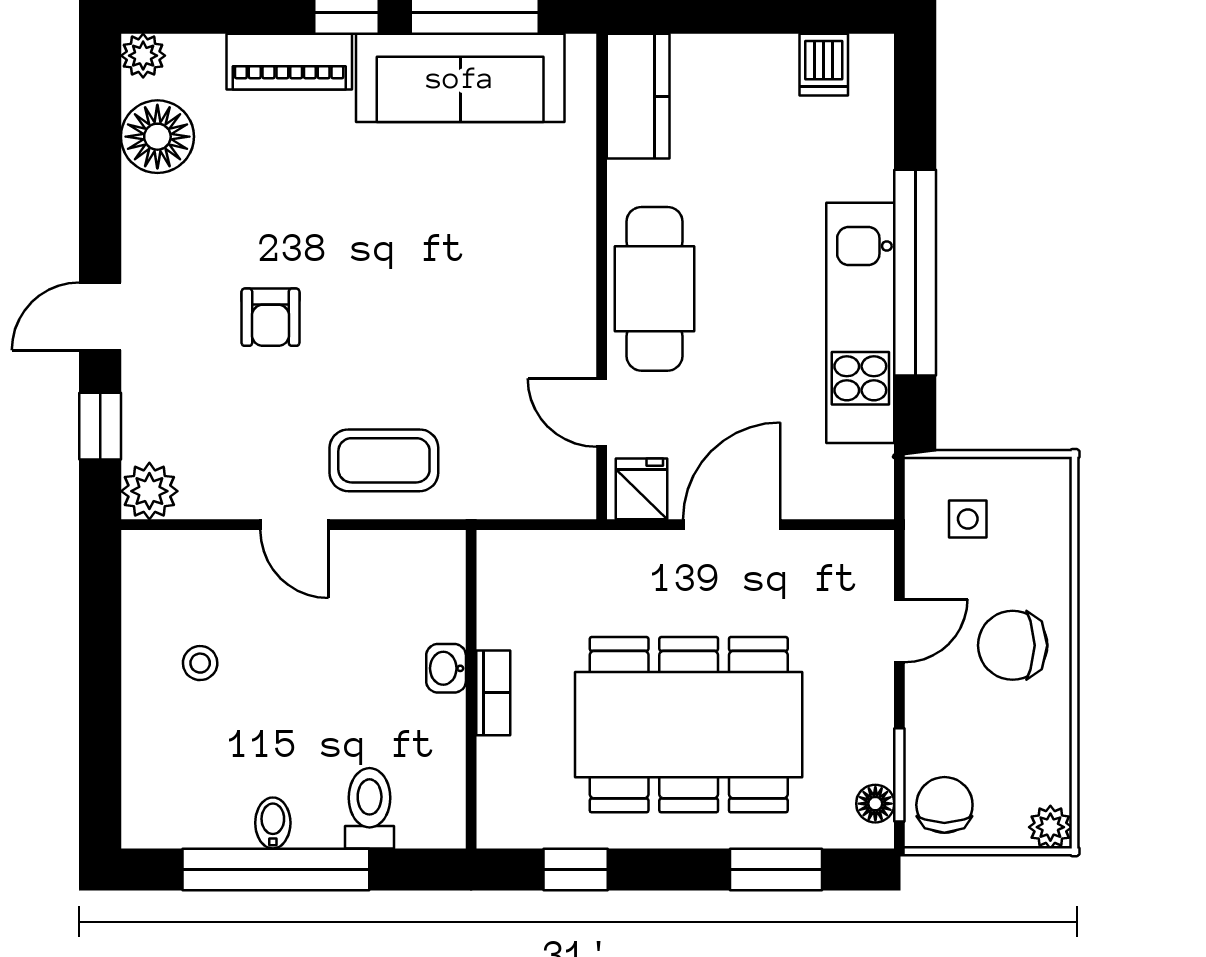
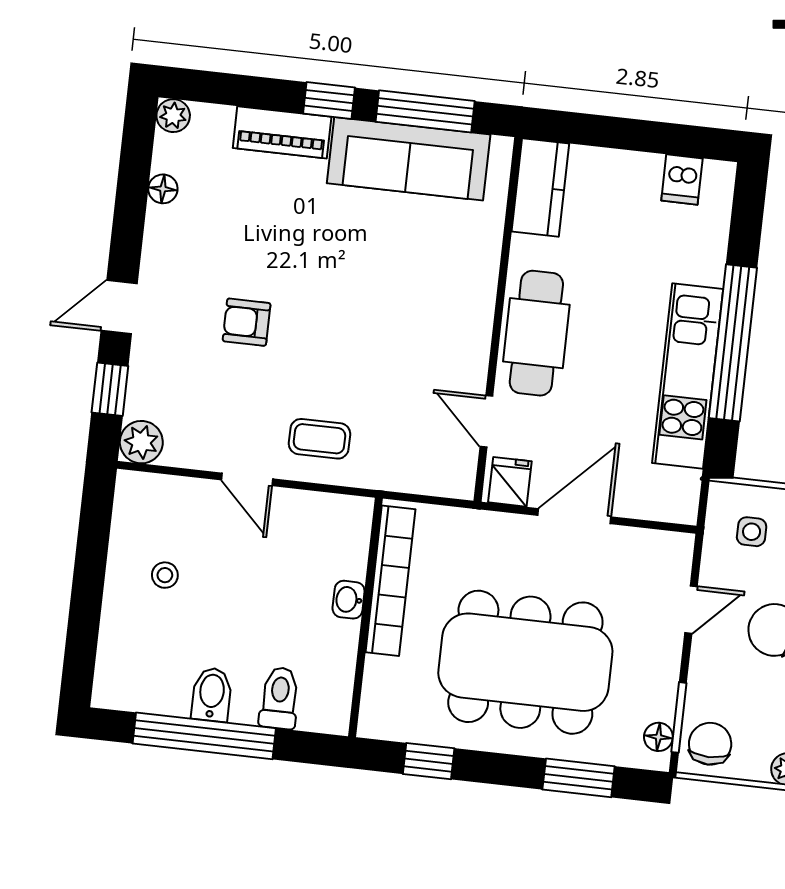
floor lamp: (157, 137) -> (163, 189), width x0.53, depth x0.53
armchair: (270, 317) -> (247, 322), turned 90
coffee table: (384, 460) -> (319, 439), width x0.73, depth x0.77
bookcase: (493, 693) -> (390, 581), width x2.31, depth x1.31
bidet: (273, 823) -> (212, 694), width x1.38, depth x1.36

